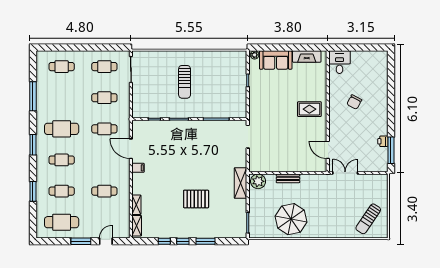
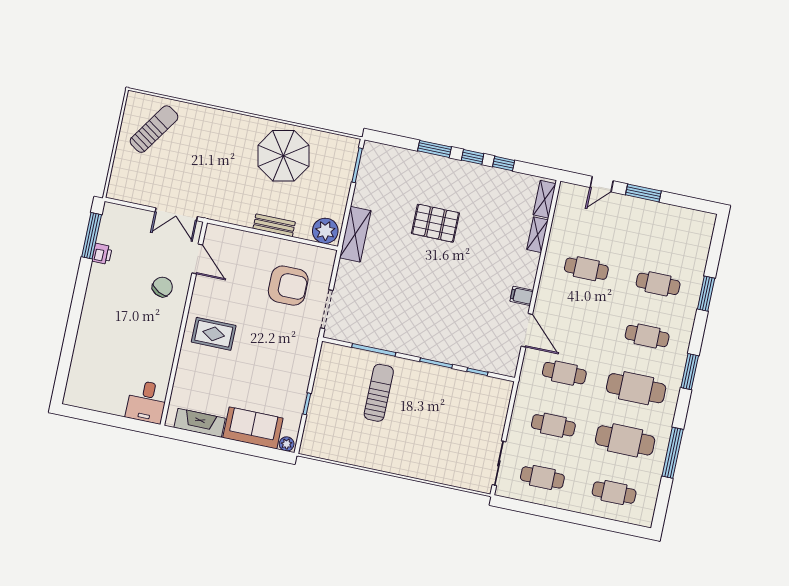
sun lounger: (185, 82) -> (379, 393), moved
chair: (354, 102) -> (162, 287), moved
armchair: (273, 146) -> (288, 286), added
cafe table: (62, 222) -> (625, 440), moved

